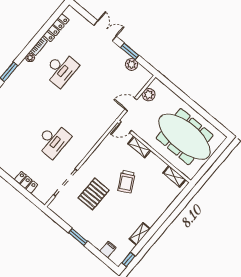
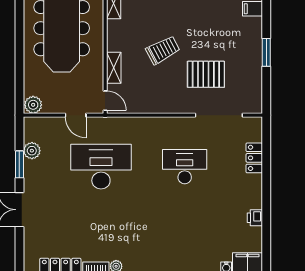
desk: (61, 69) -> (101, 167), moved, width x1.36, depth x1.30
plant: (149, 95) -> (33, 105), moved

